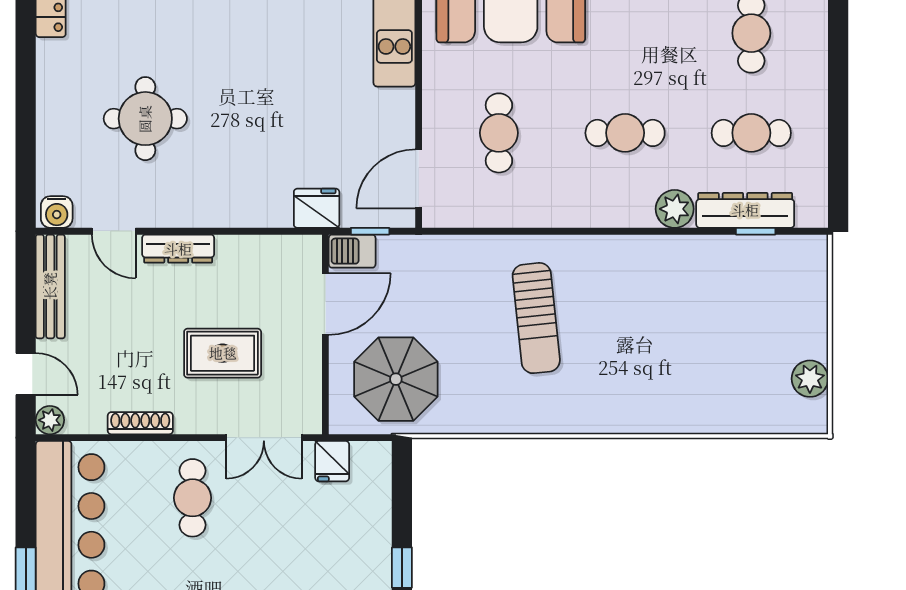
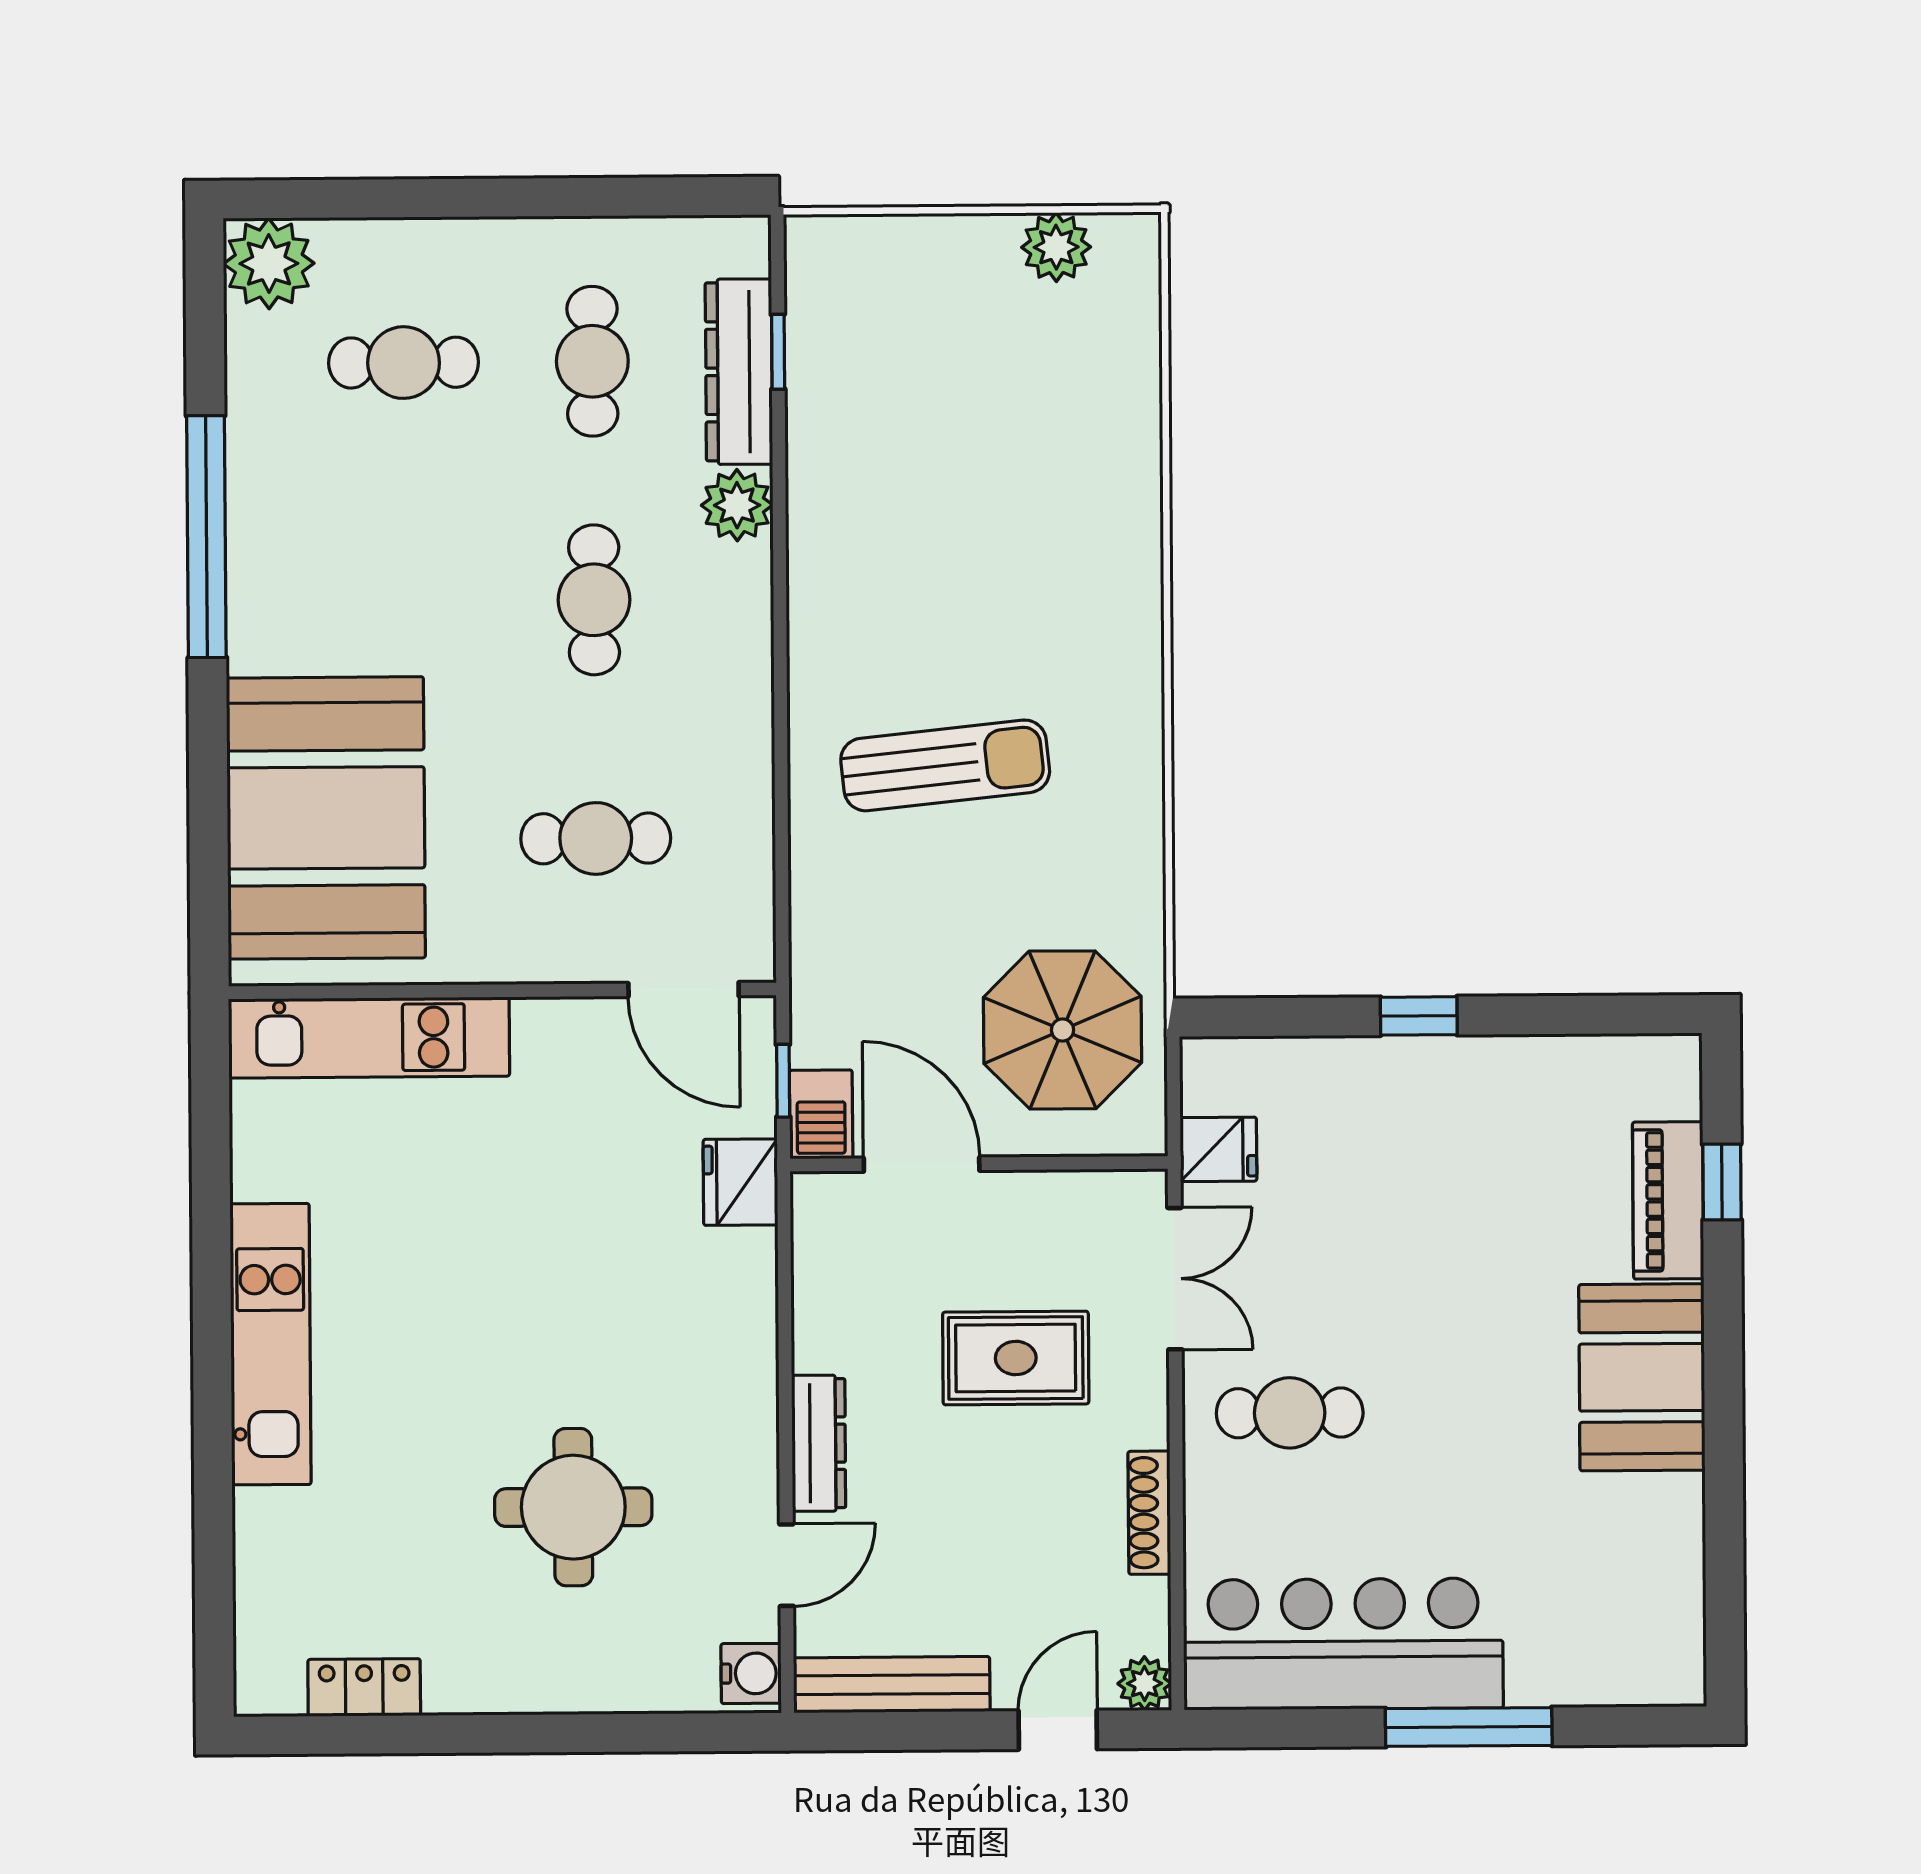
rug: (223, 353) -> (1016, 1358), turned 90

